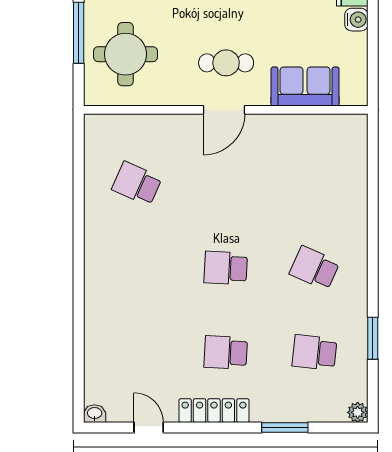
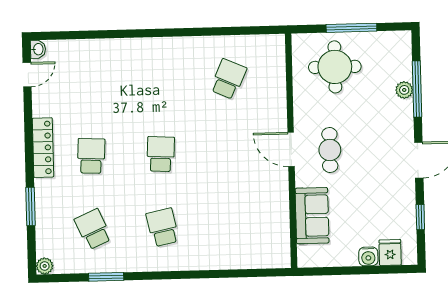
school desk: (314, 268) -> (163, 227), turned -36
school desk: (314, 352) -> (93, 229), turned -30
door: (149, 427) -> (27, 75), moved

